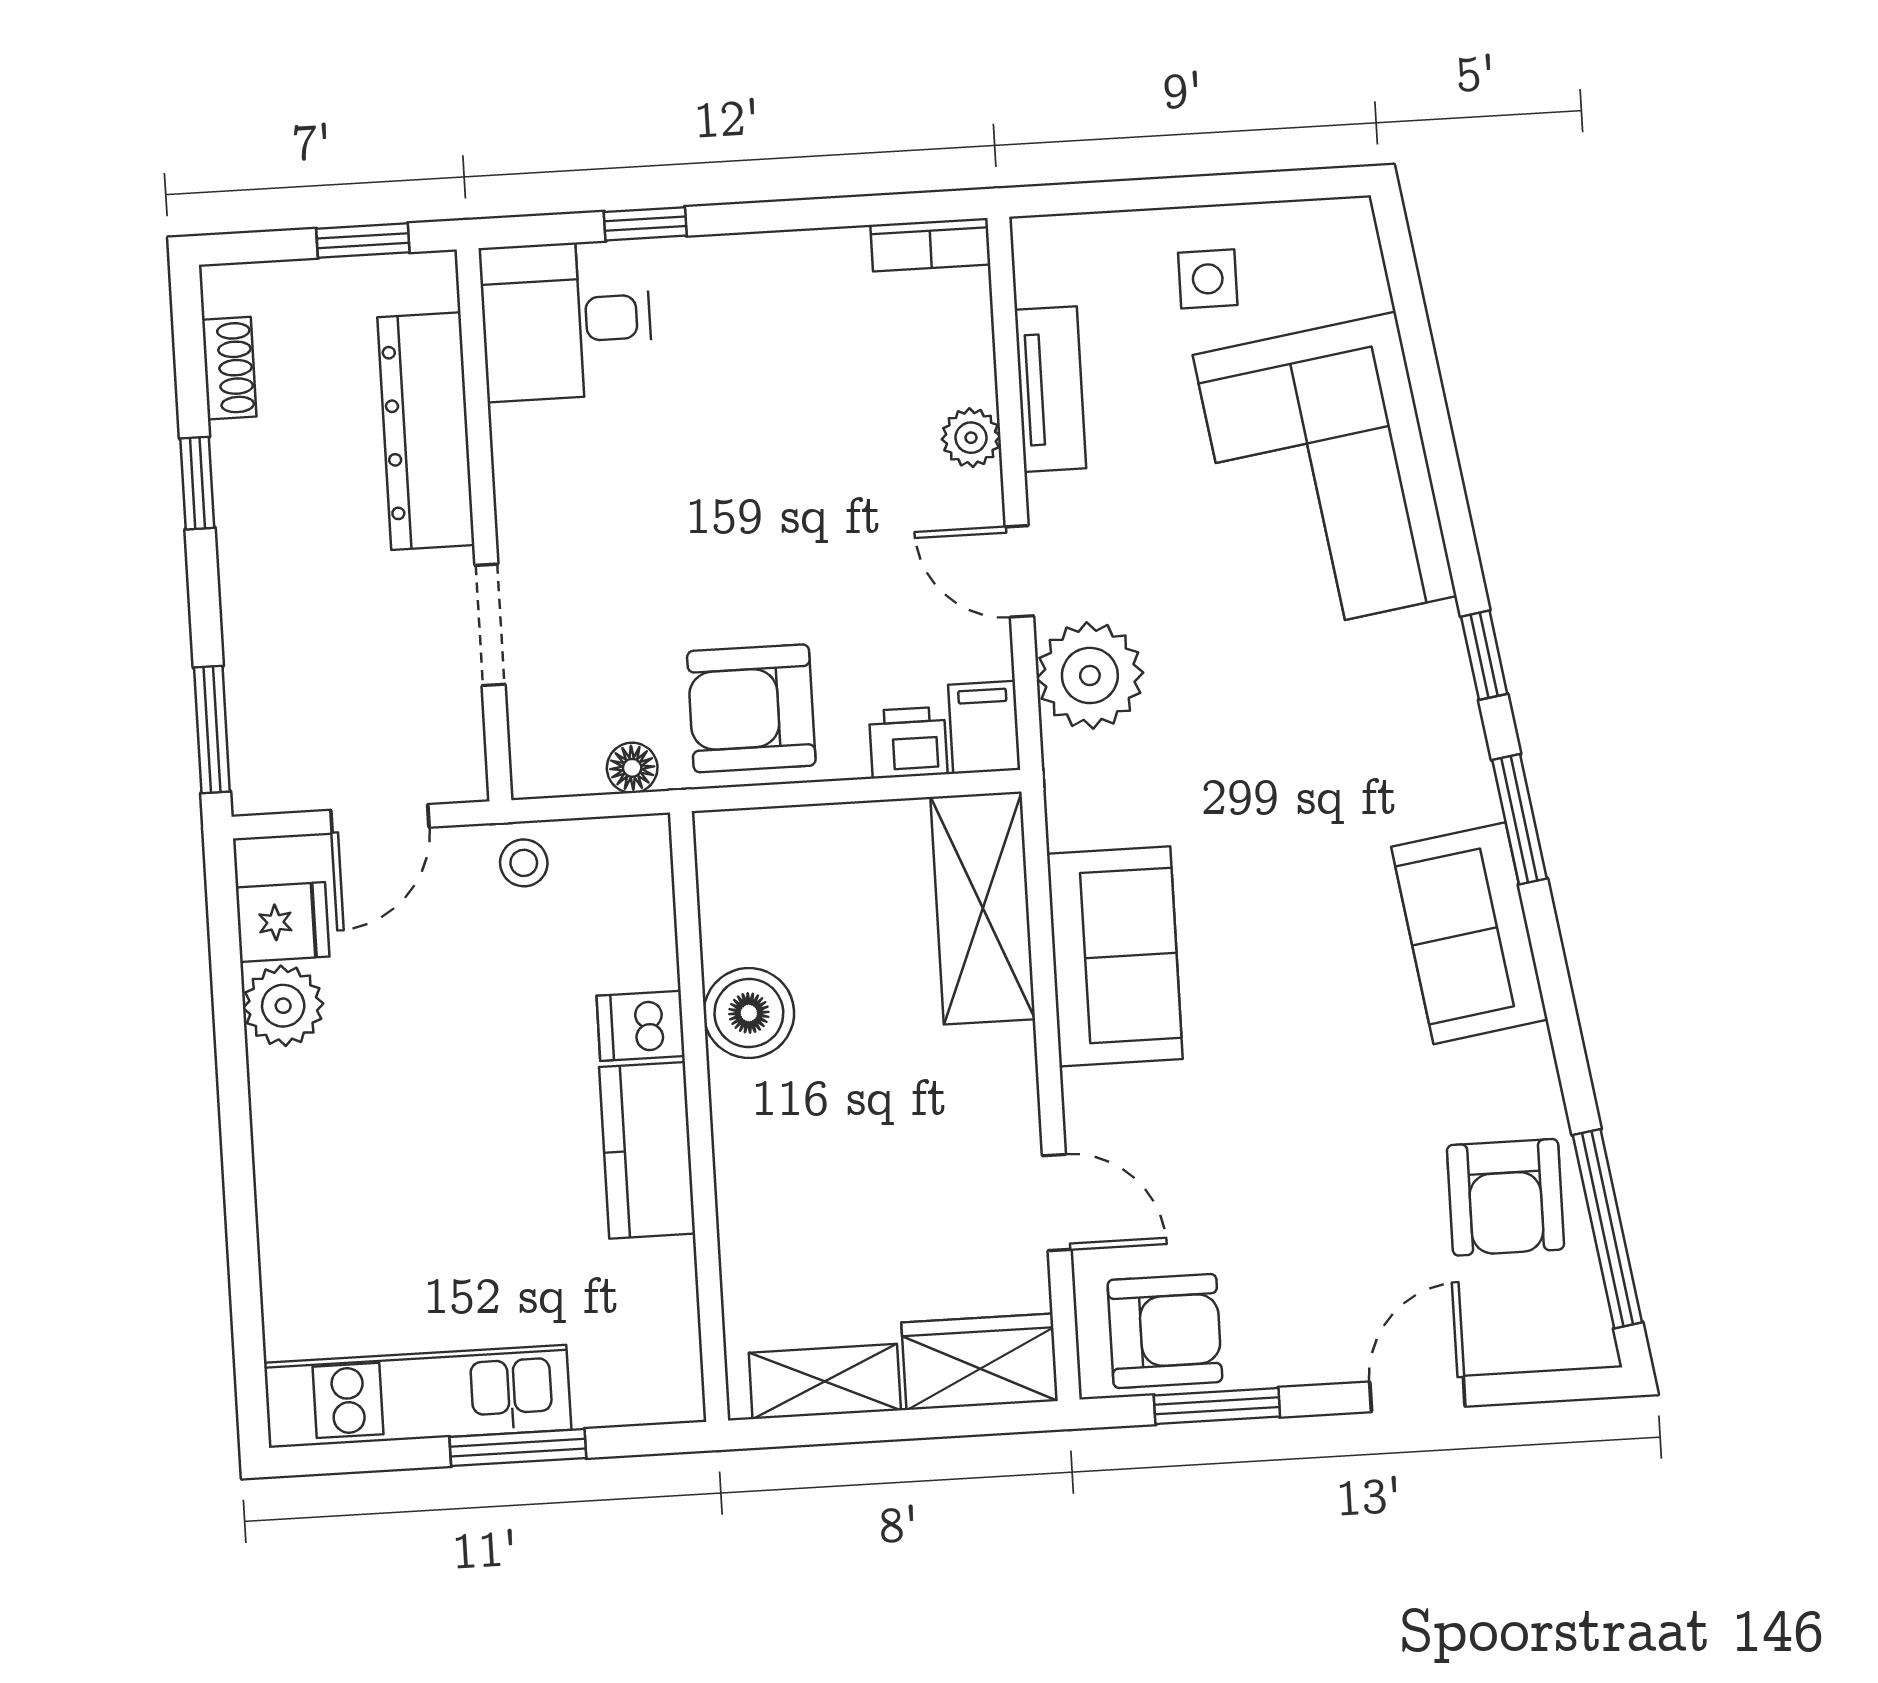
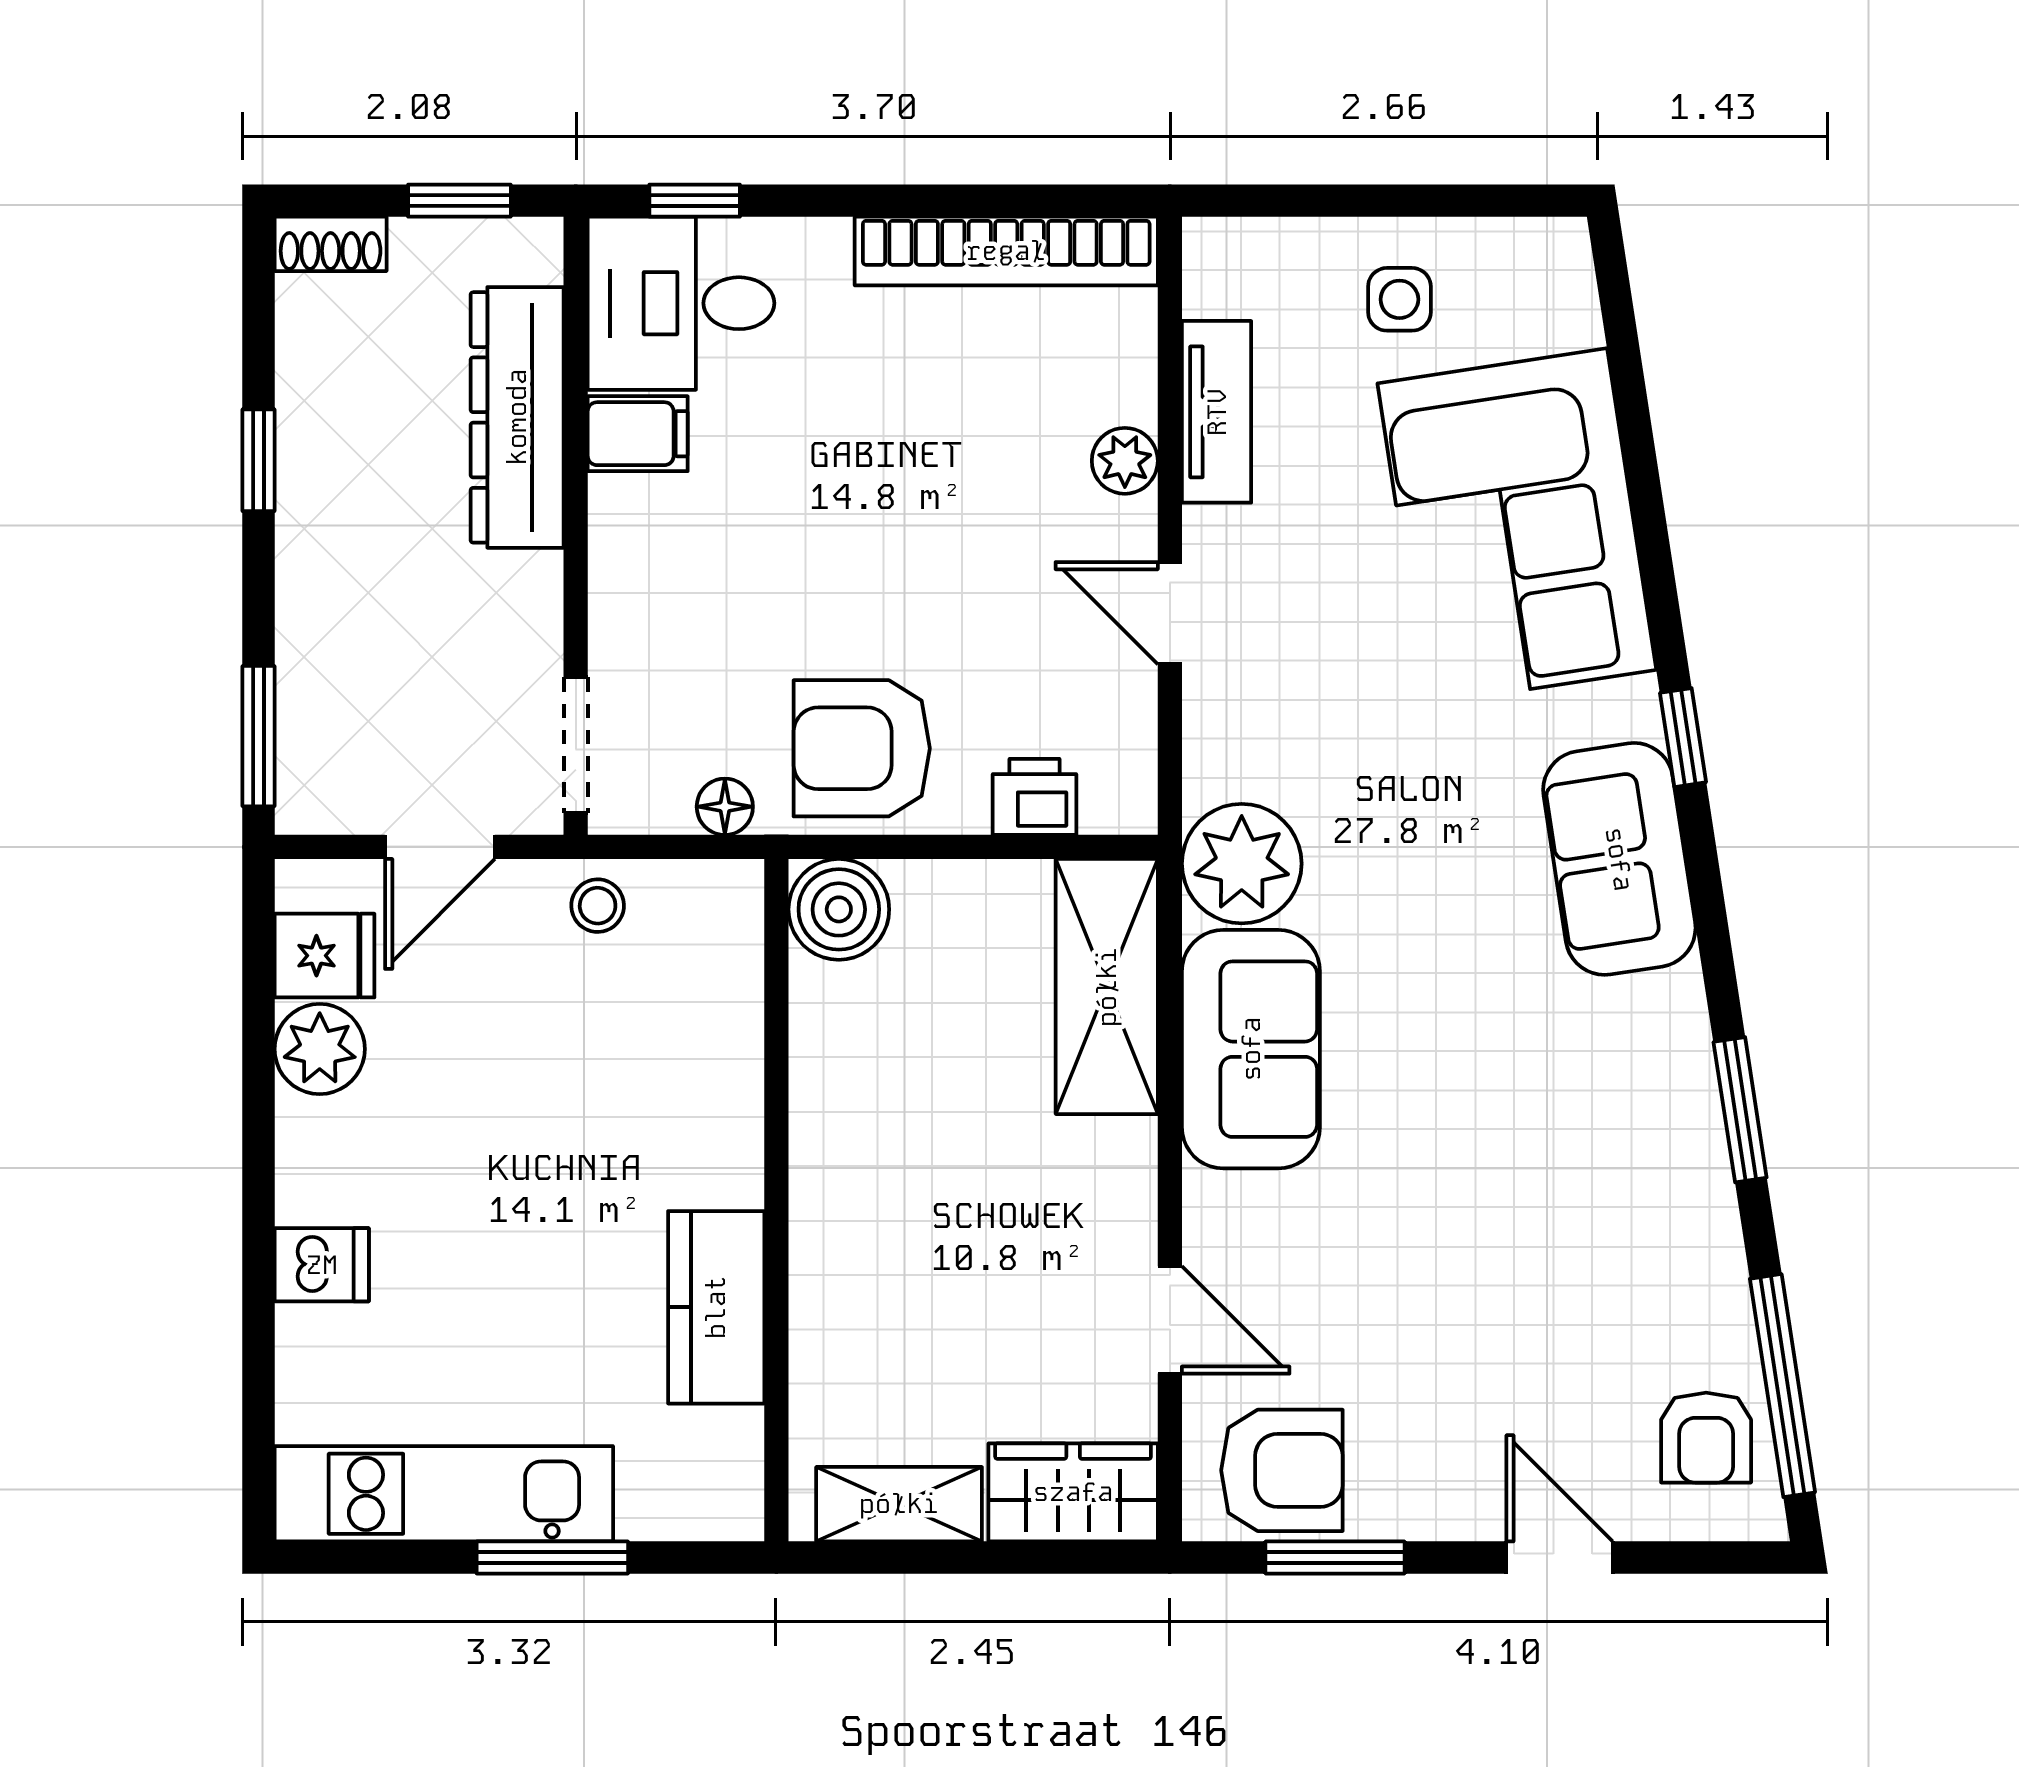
window: (645, 224) -> (695, 201), moved
bookcase: (930, 245) -> (1006, 251), width x2.31, depth x1.31
shoe rack: (229, 368) -> (331, 244), moved, turned 90
doorway: (490, 625) -> (576, 745), moved
plant: (1090, 675) -> (1242, 864), moved
filing cabinet: (984, 727) -> (638, 434), moved, turned 90
window: (1519, 819) -> (1740, 1110), moved
sofa: (1470, 933) -> (1619, 859), moved
boiler: (749, 1013) -> (839, 909), moved
dishwasher: (641, 1026) -> (322, 1265), moved, turned 180
kitchen counter: (647, 1150) -> (716, 1307), moved
armchair: (1506, 1197) -> (1706, 1438), moved, width x0.72, depth x0.72
door: (1417, 1394) -> (1560, 1558), hinge flipped

